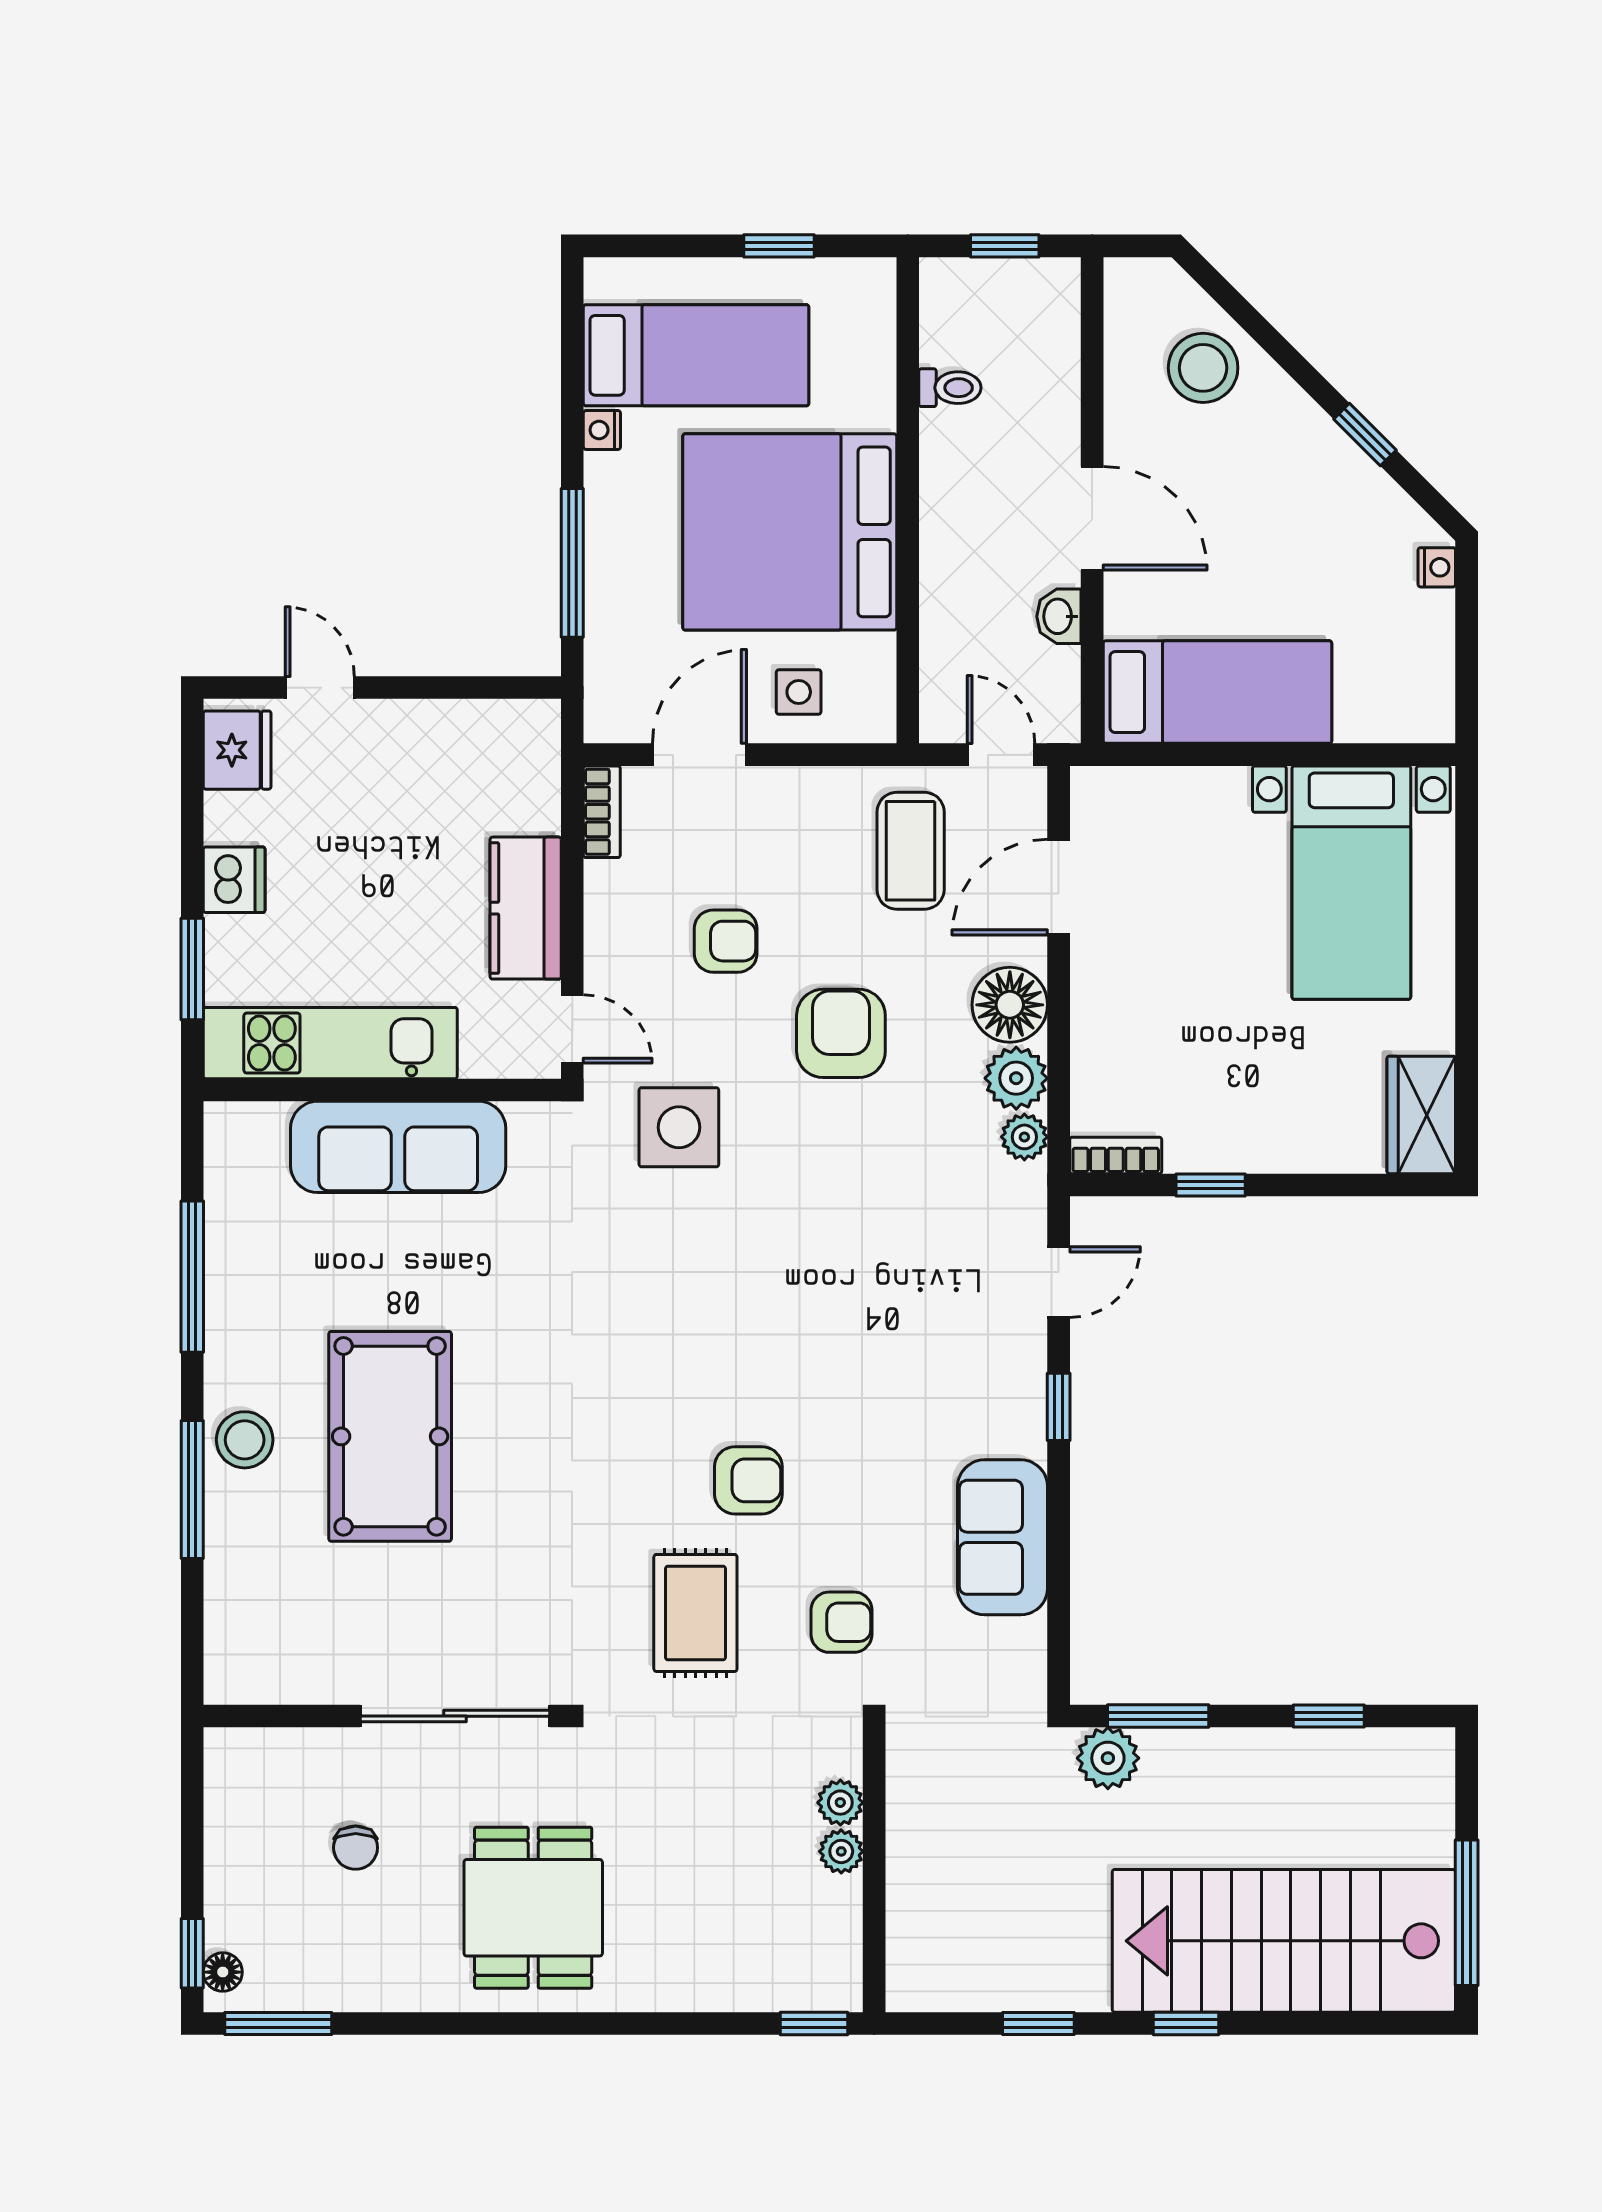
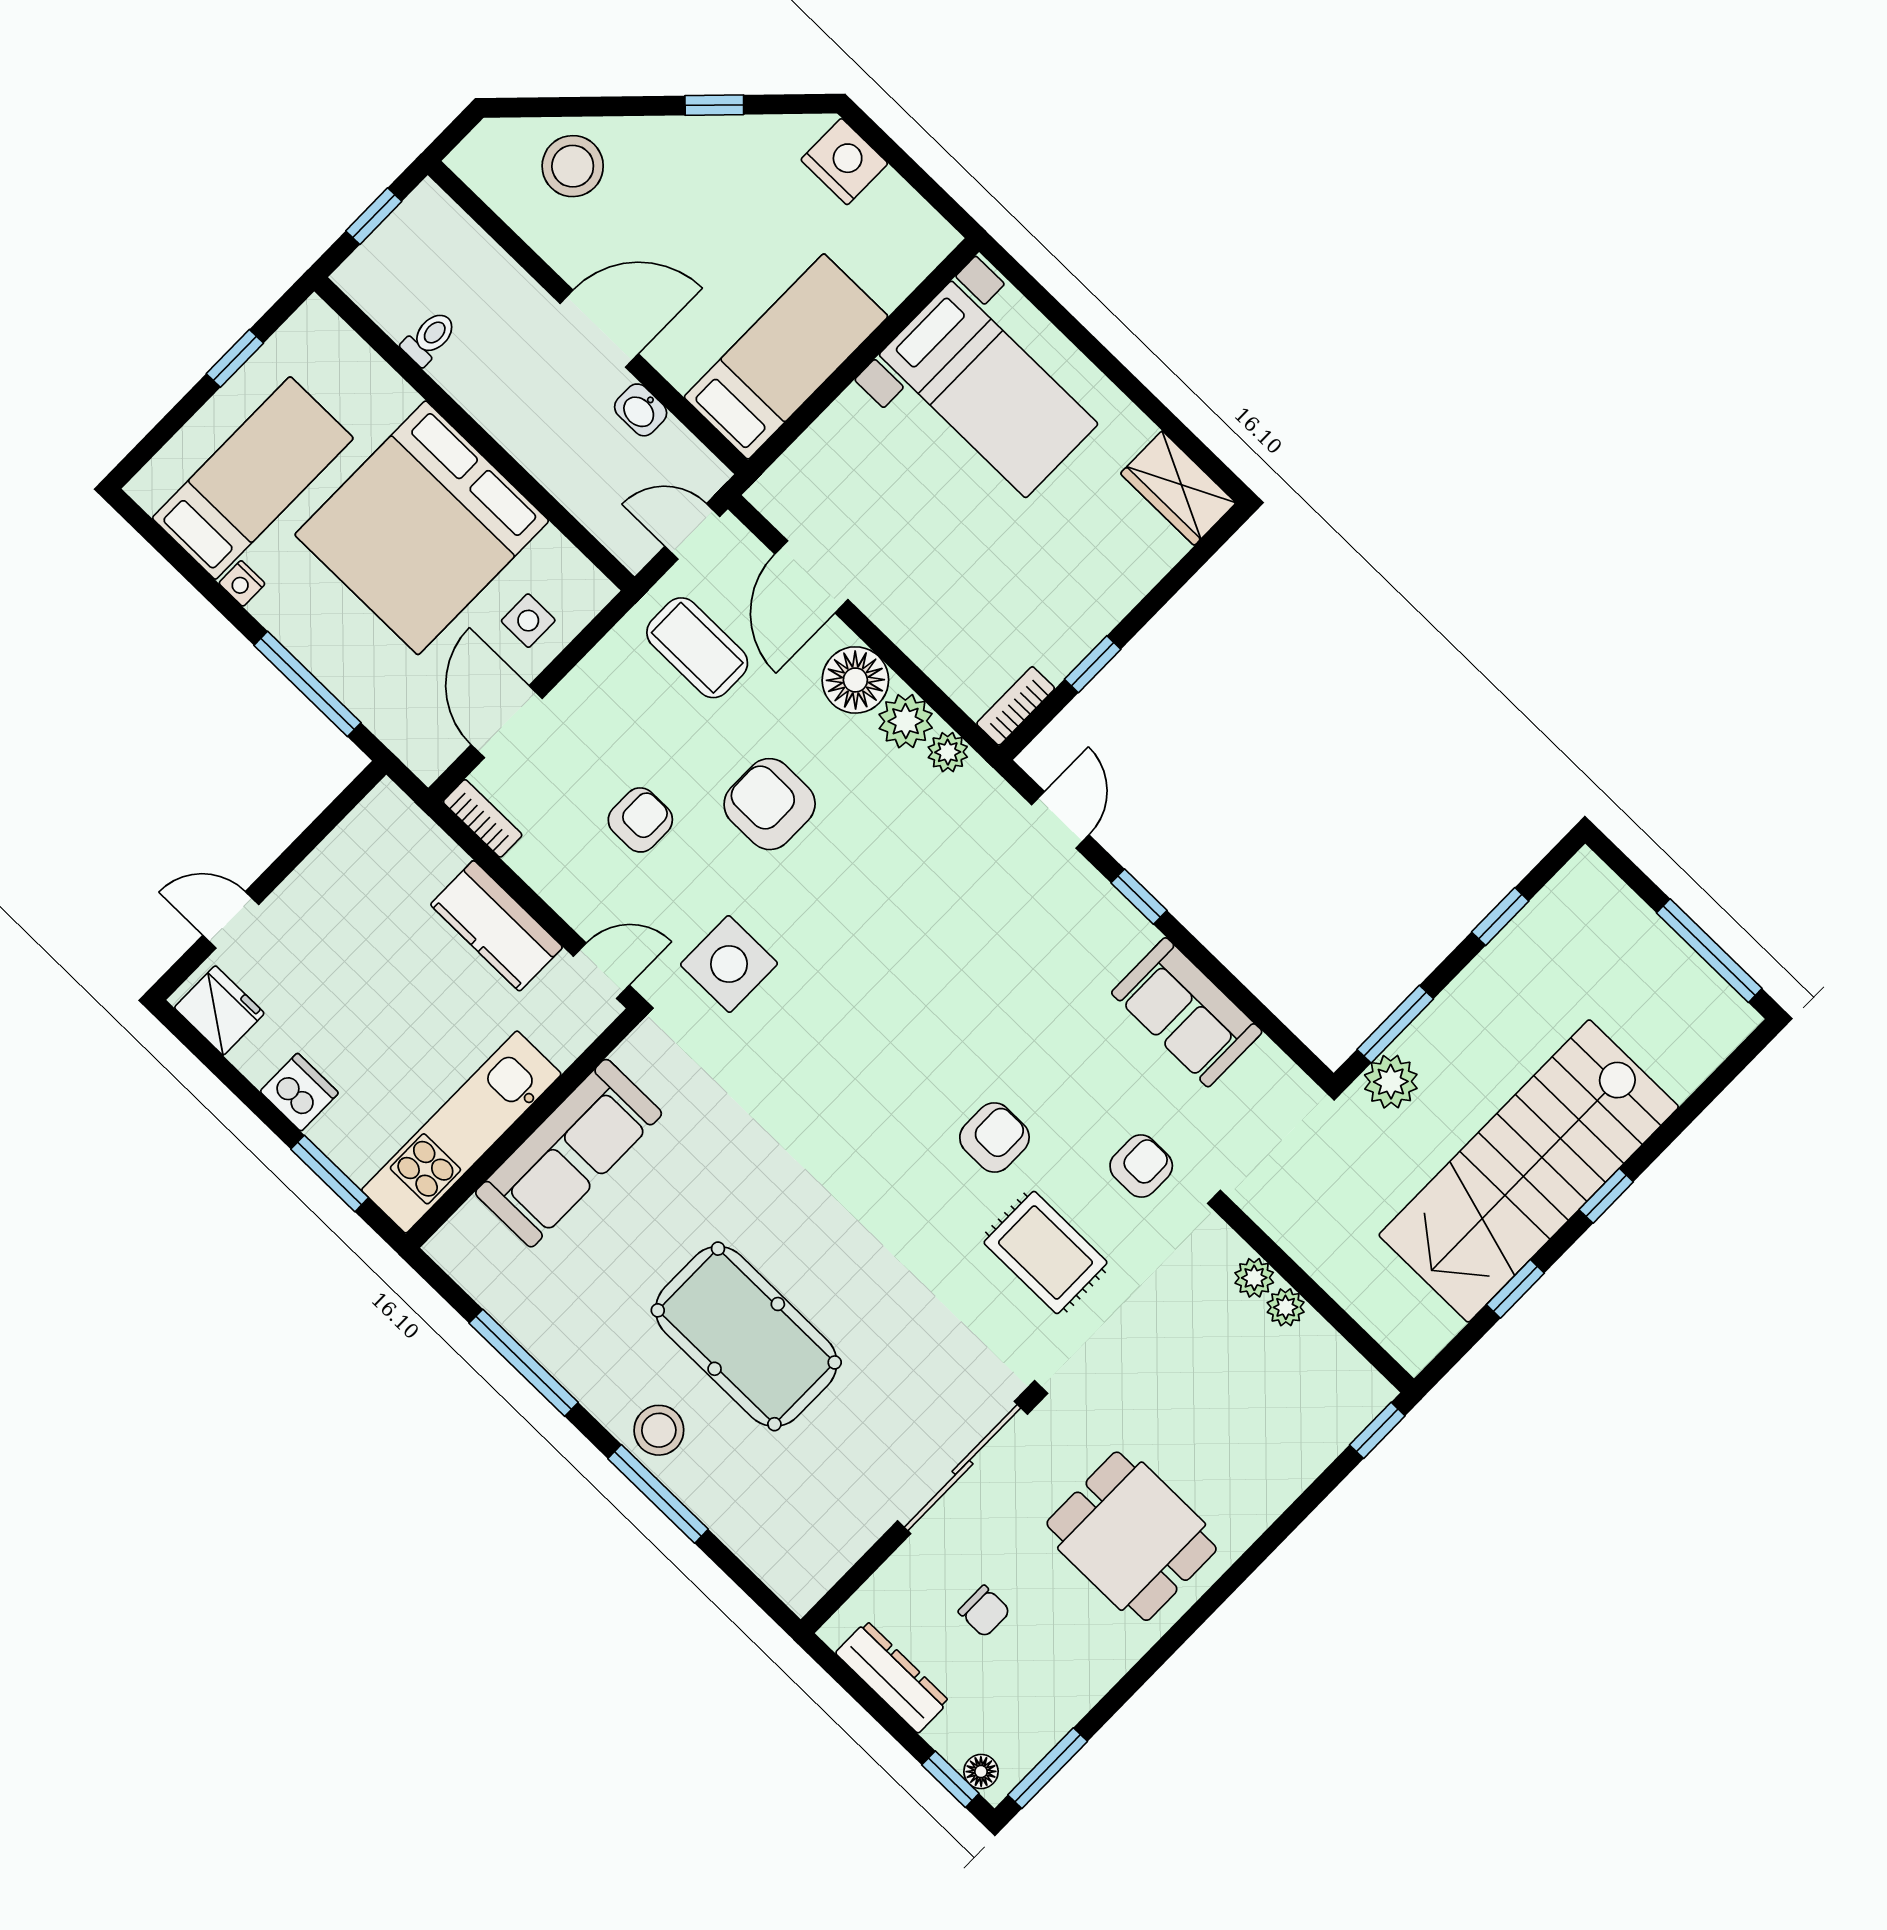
nightstand: (1437, 567) -> (844, 162), width x1.89, depth x1.79
dresser: (229, 1825) -> (892, 1677), added
stairs: (1284, 1941) -> (1529, 1171), moved

